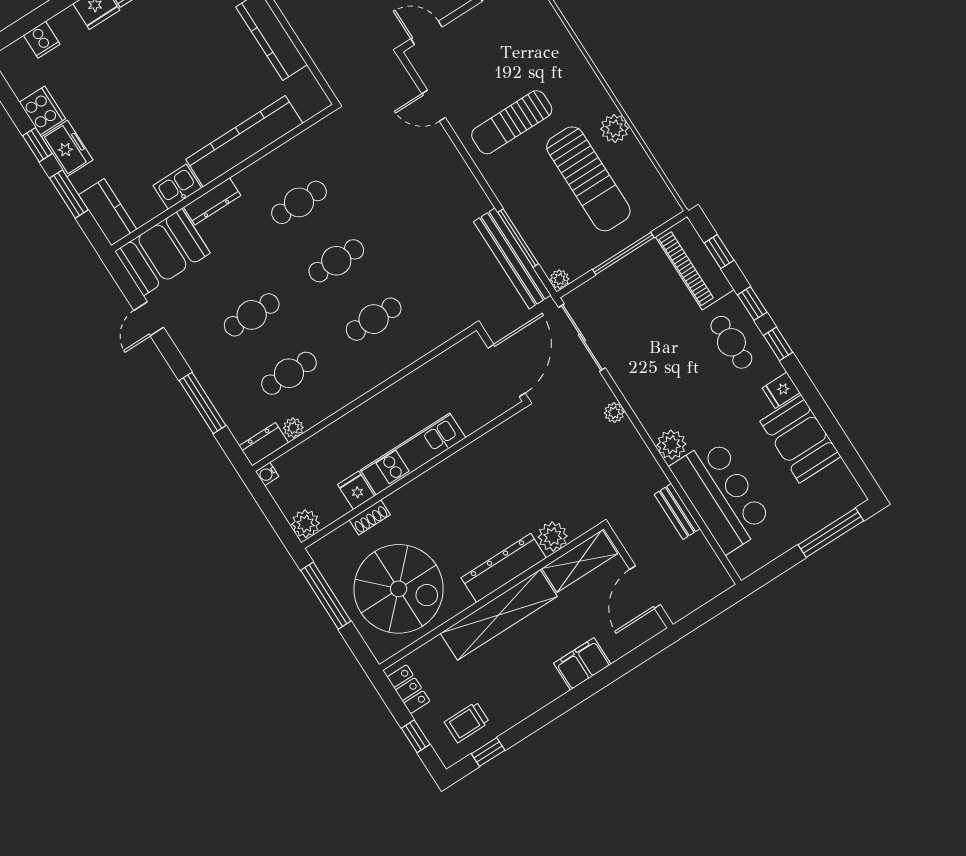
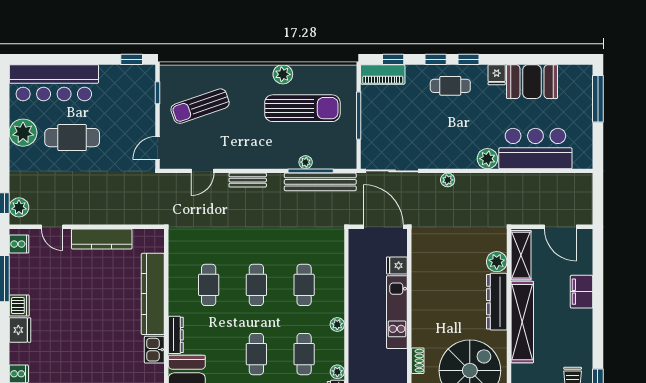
sun lounger: (512, 122) -> (200, 106), moved, turned 71
piano: (695, 263) -> (383, 74), width x0.73, depth x0.75
plant: (560, 279) -> (306, 162), moved
plant: (351, 391) -> (337, 325), added
fridge: (356, 490) -> (397, 265), moved
bench: (677, 511) -> (248, 180), moved

